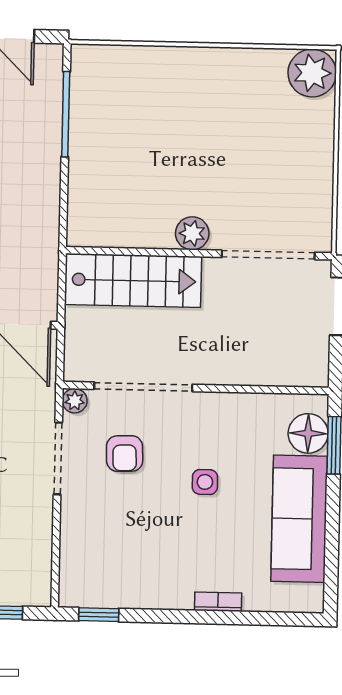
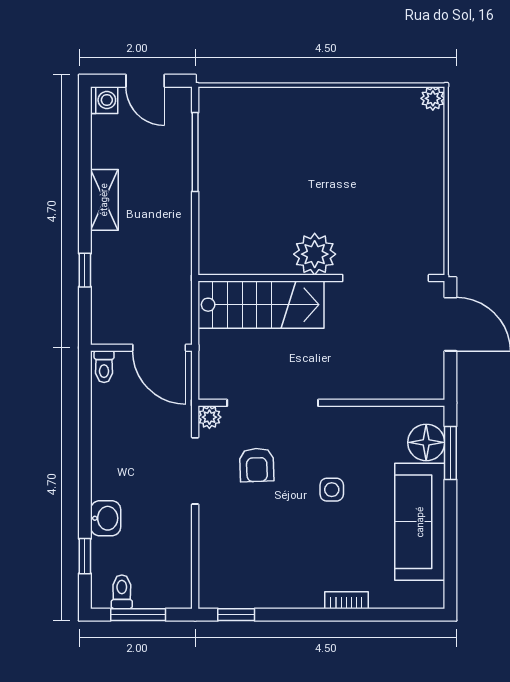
plant: (312, 73) -> (433, 98), width x0.53, depth x0.53
plant: (192, 233) -> (315, 254), width x1.36, depth x1.36

